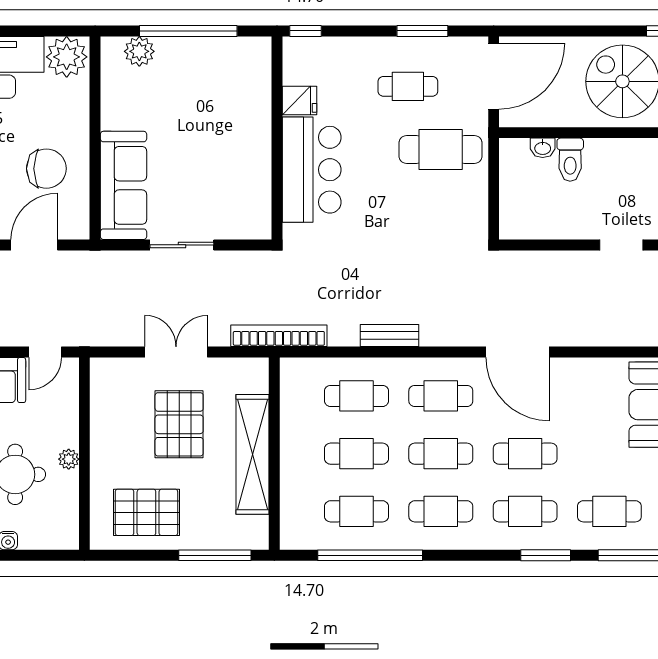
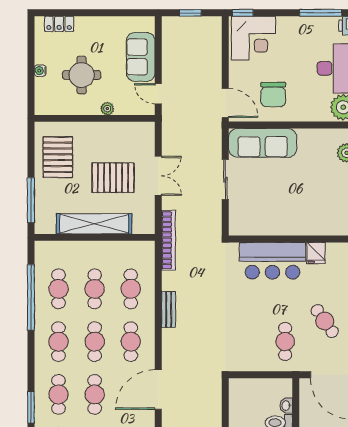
cafe table: (408, 86) -> (325, 321), turned -35
cafe table: (441, 150) -> (285, 341), width x0.73, depth x0.74
door: (34, 245) -> (225, 103), moved
plant: (69, 459) -> (107, 109), moved

